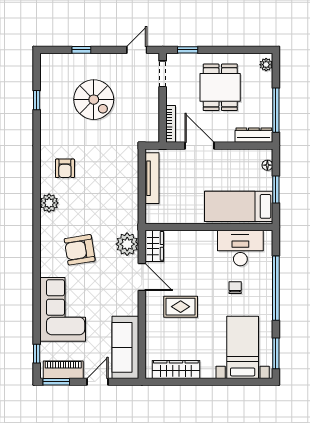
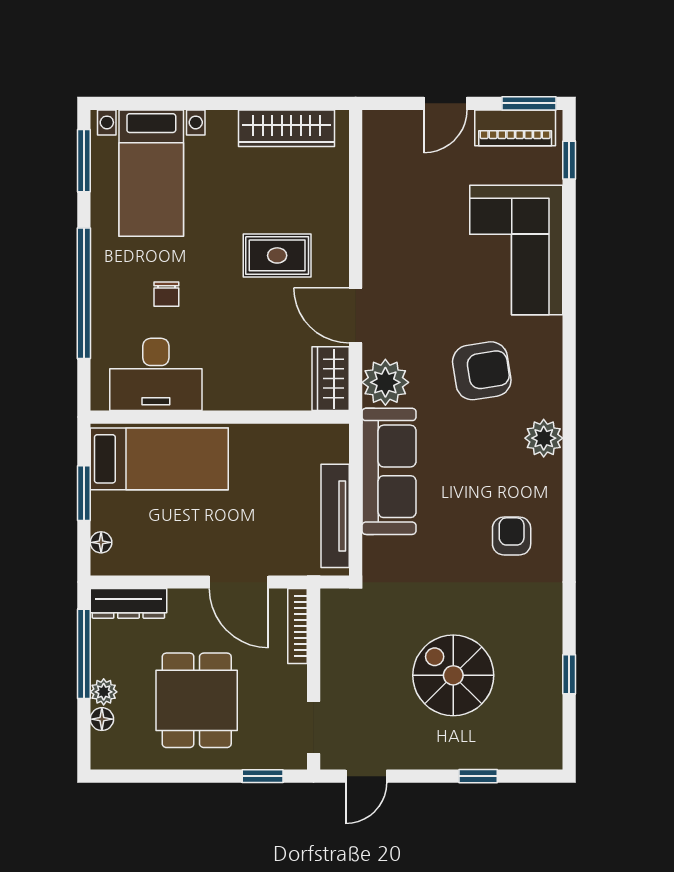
plant: (266, 65) -> (104, 692), moved
floor lamp: (267, 78) -> (102, 719), added
plant: (49, 203) -> (544, 438), moved
sofa: (125, 347) -> (389, 471), moved

